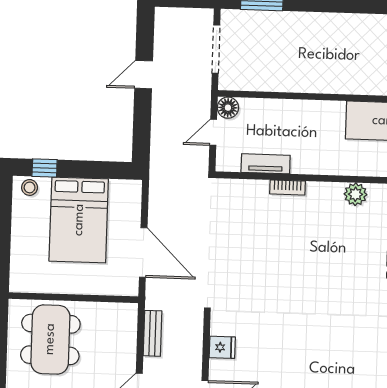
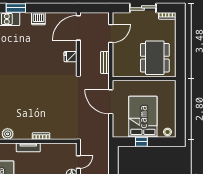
tv unit: (266, 164) -> (28, 147), moved
window: (45, 168) -> (141, 142), moved

